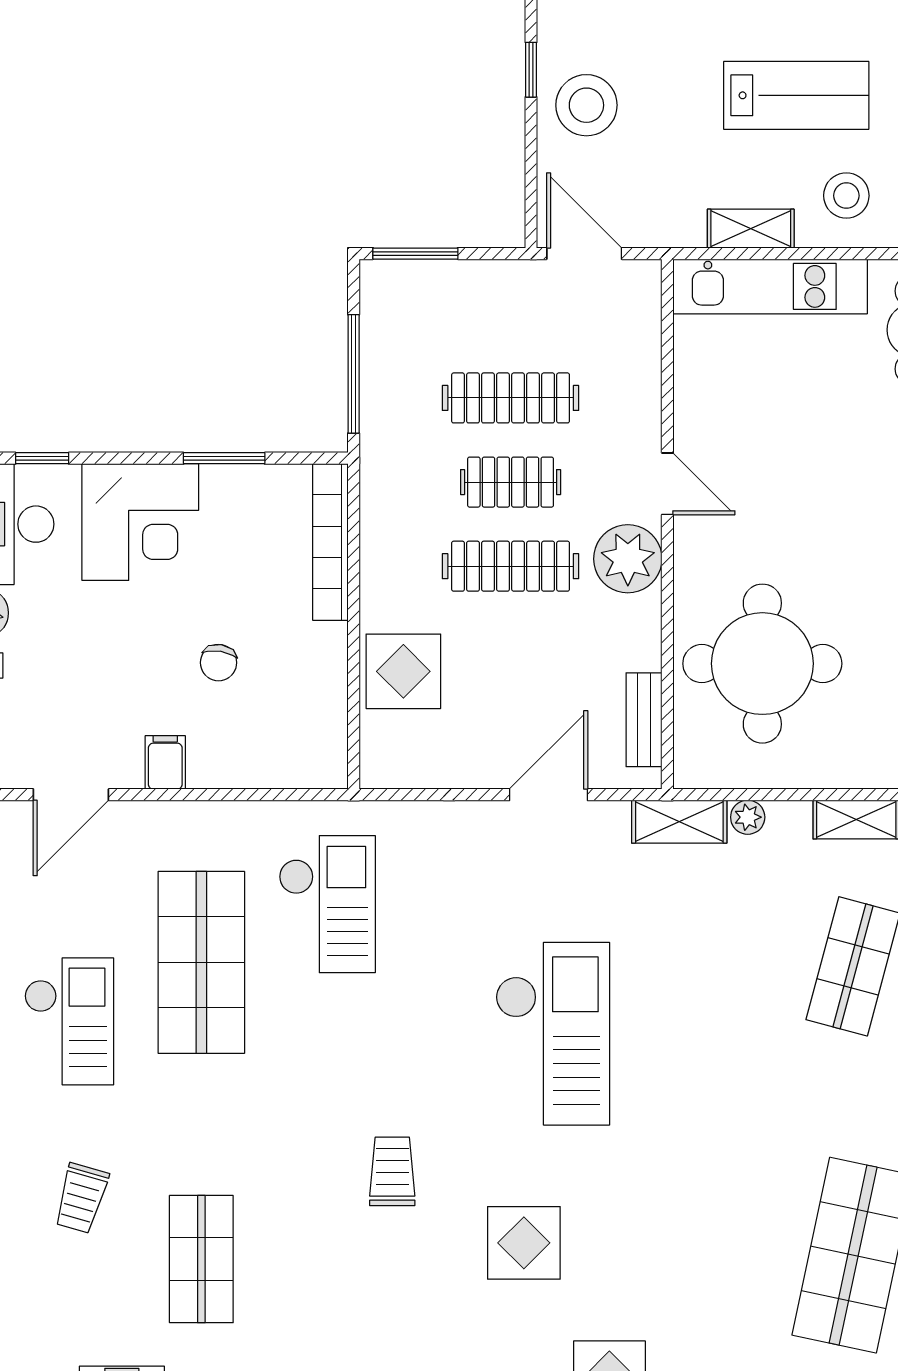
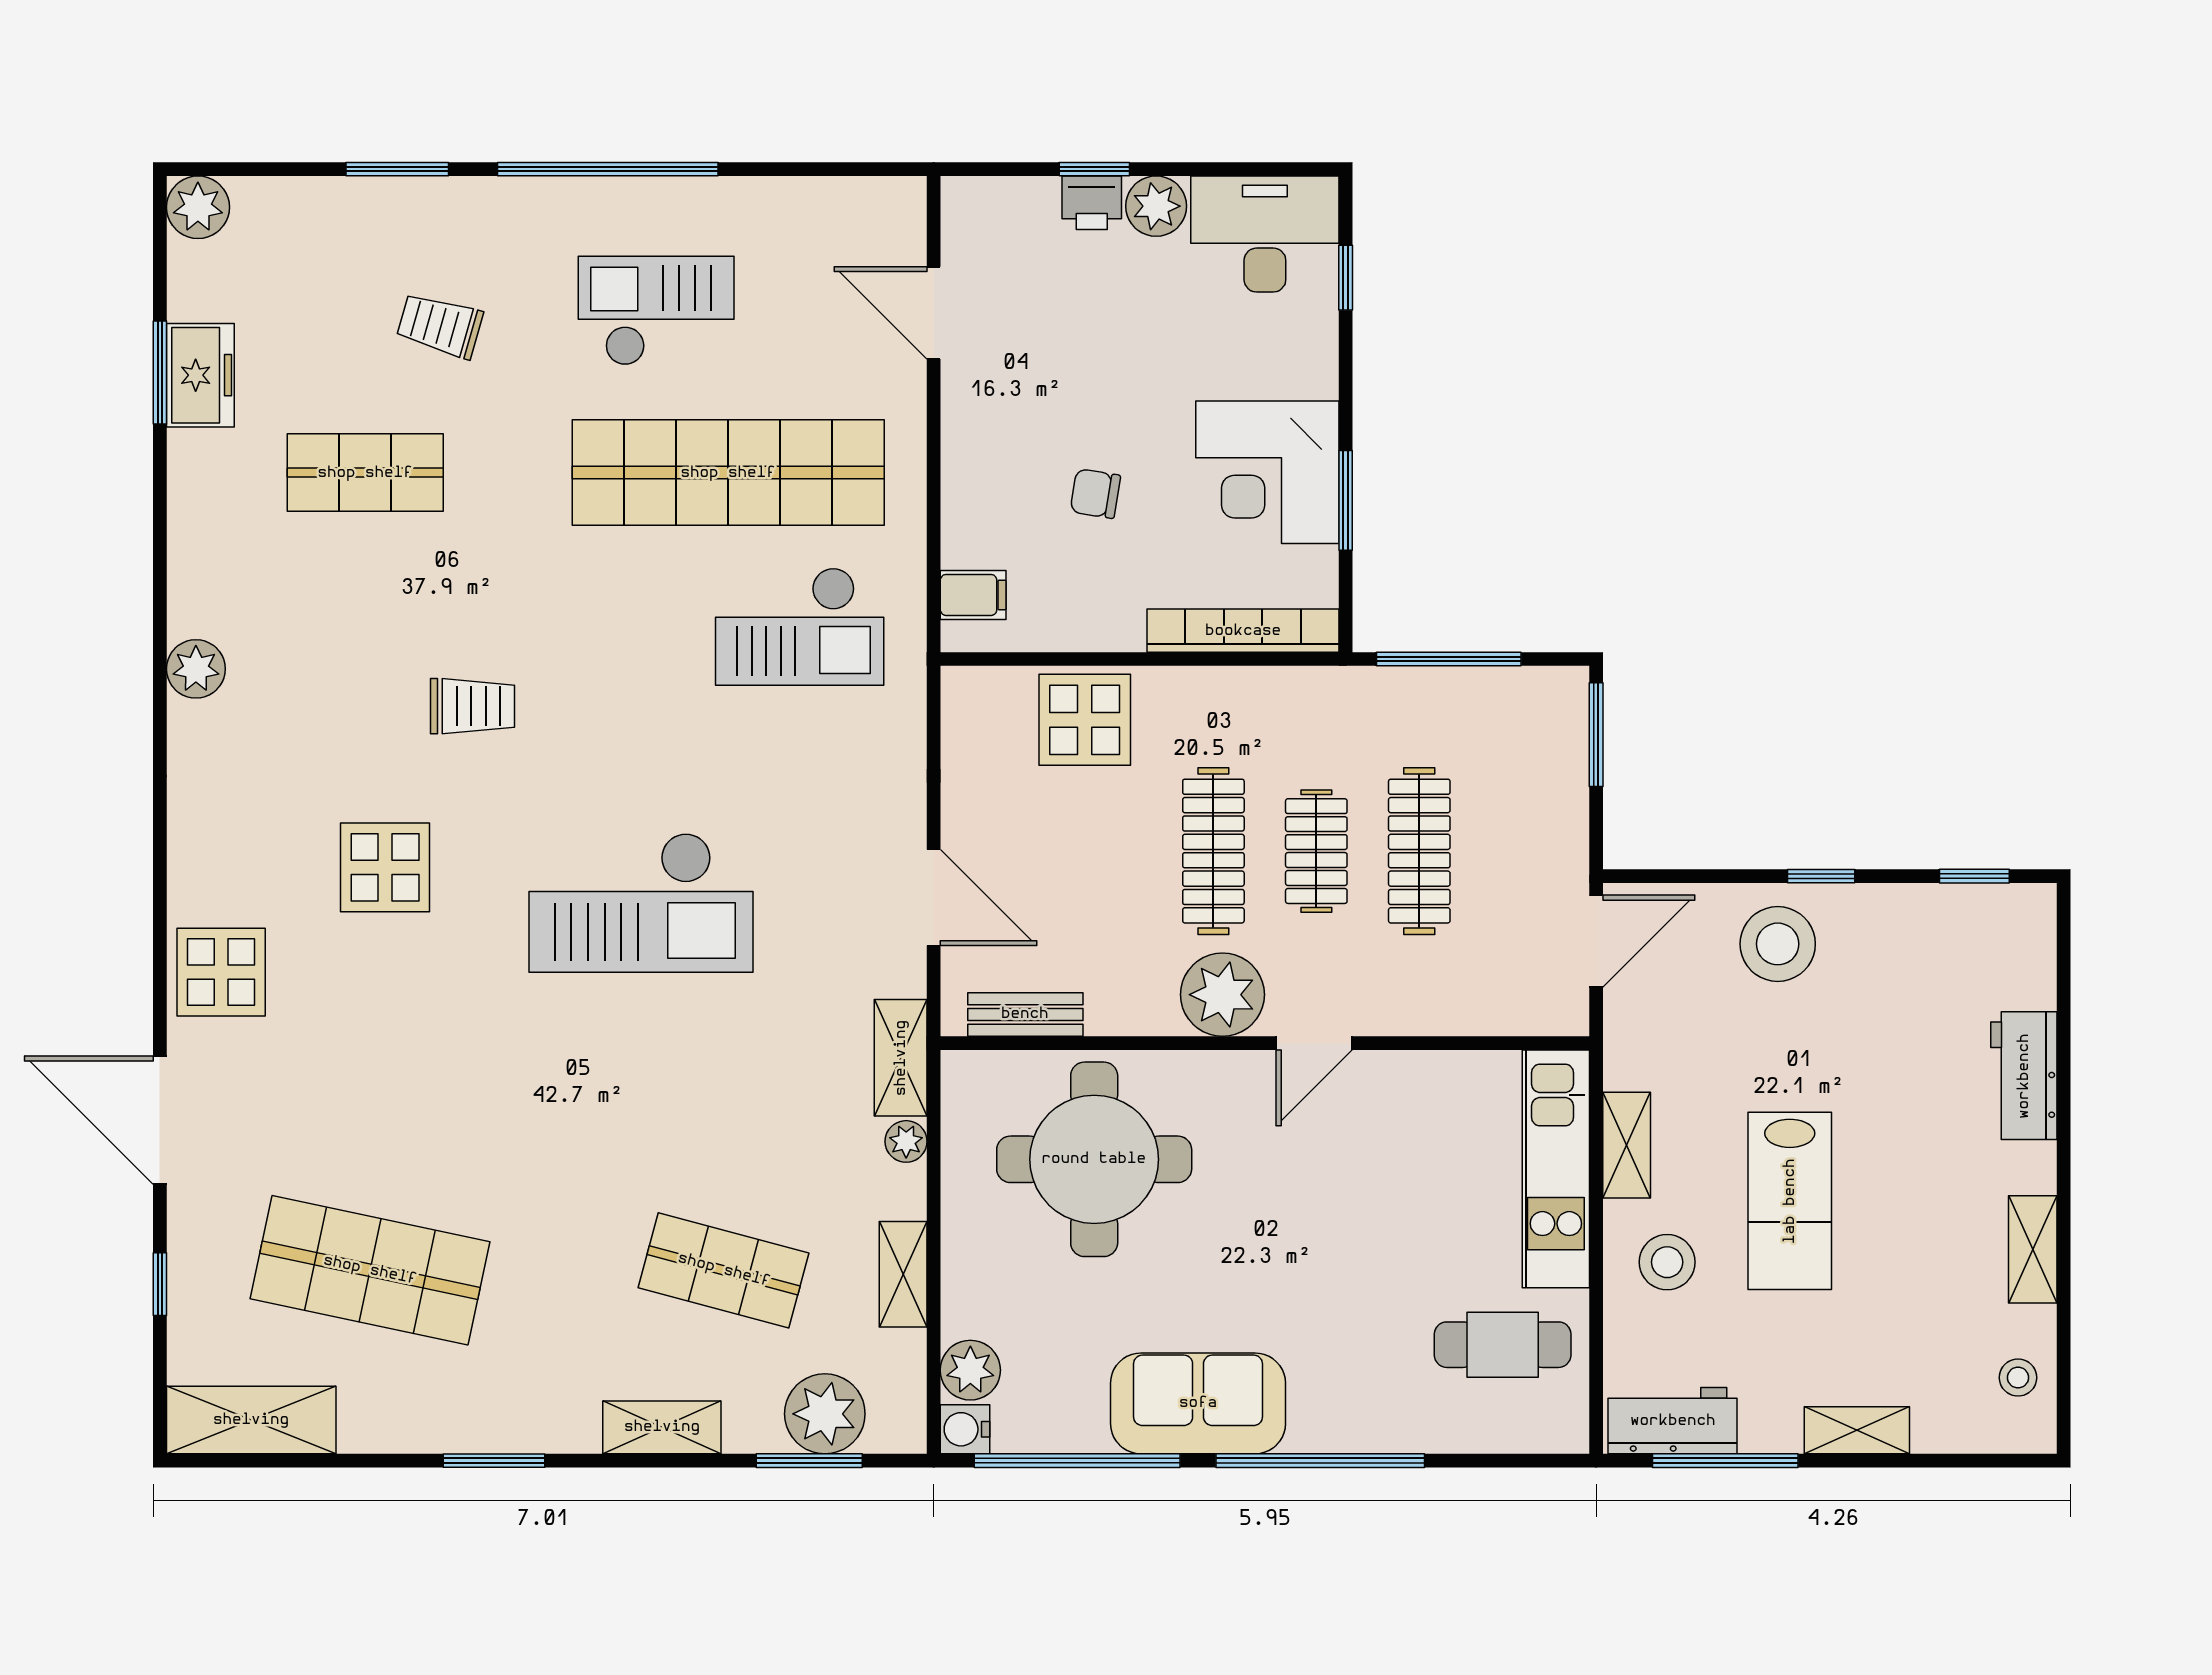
corner desk: (140, 522) -> (1267, 472), moved
filing cabinet: (165, 762) -> (973, 595), moved
shop shelf: (201, 962) -> (728, 473), width x1.40
checkout: (69, 1021) -> (656, 311), turned 180

